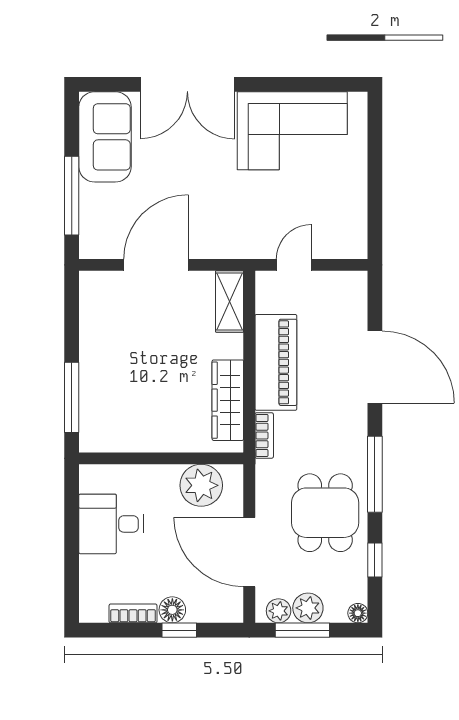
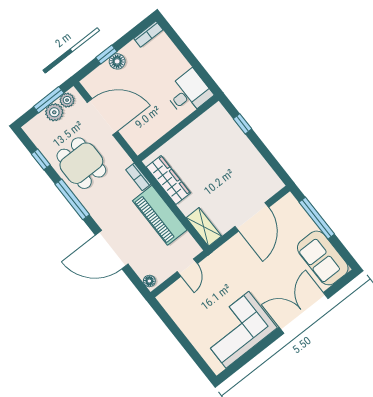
window: (72, 397) -> (242, 124), width x0.46
plant: (201, 485) -> (149, 130), removed
desk: (111, 524) -> (188, 93), moved
bookcase: (133, 613) -> (148, 34), moved
floor lamp: (358, 613) -> (149, 281), moved

